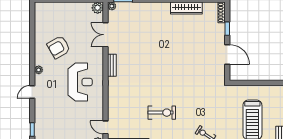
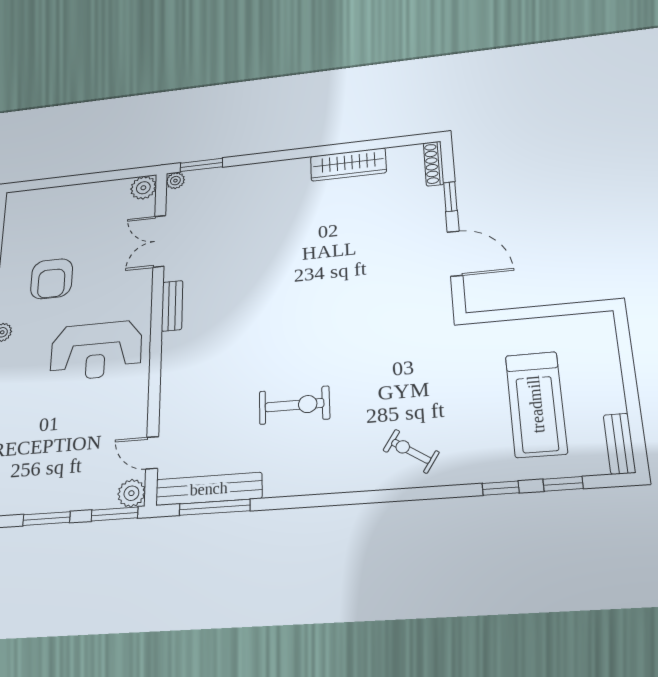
armchair: (59, 47) -> (52, 279), turned -60
reception desk: (80, 82) -> (96, 350), turned 90

